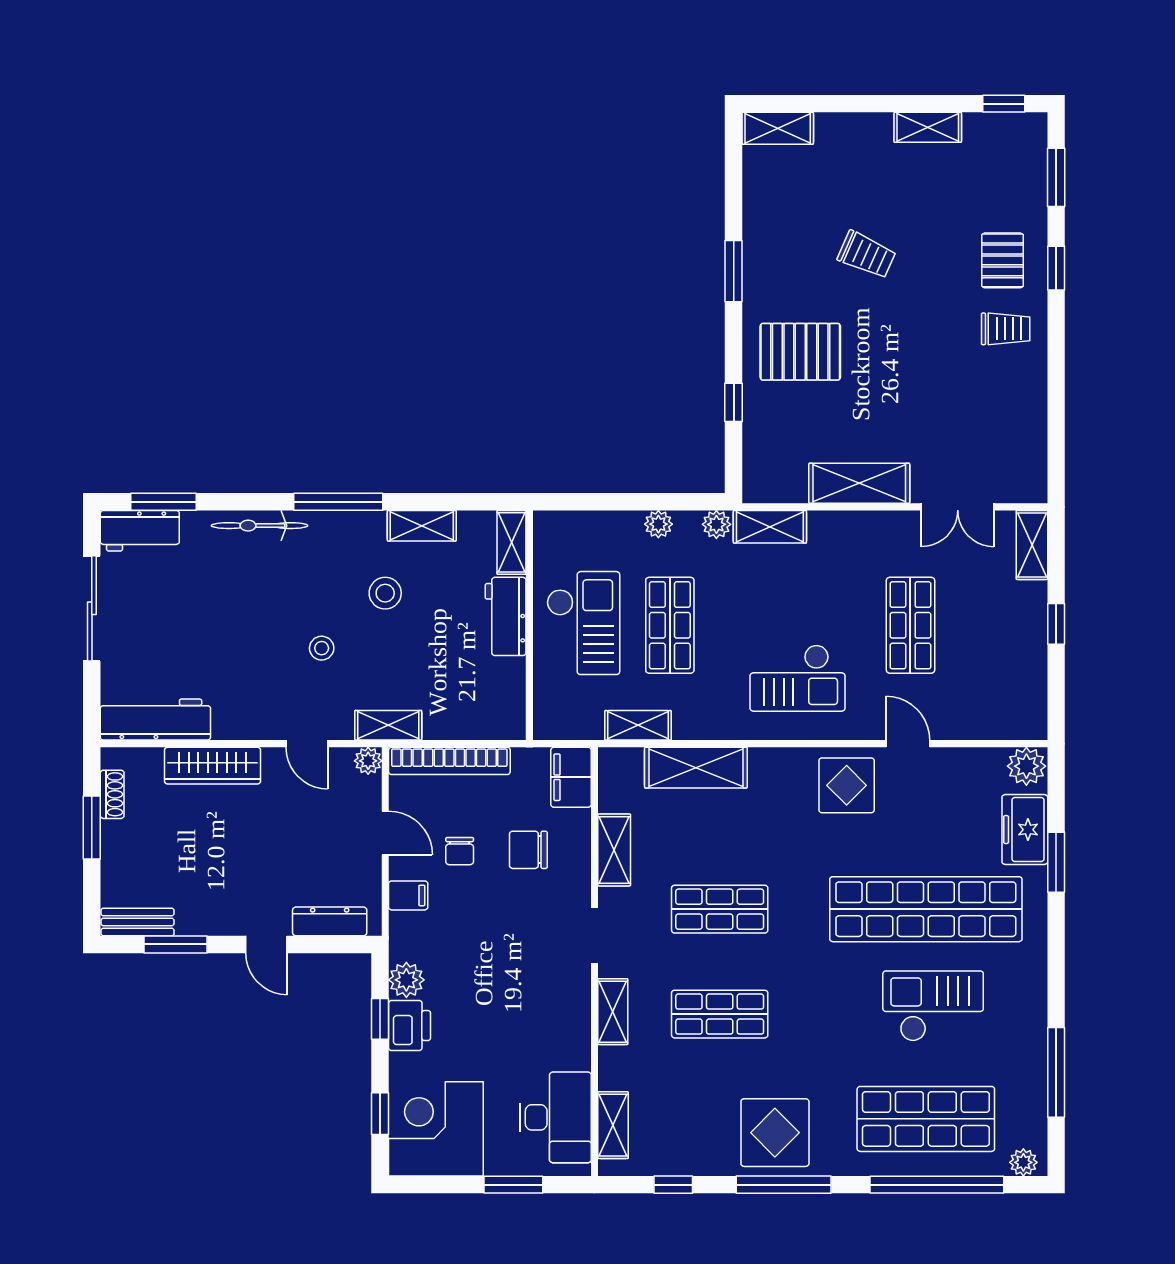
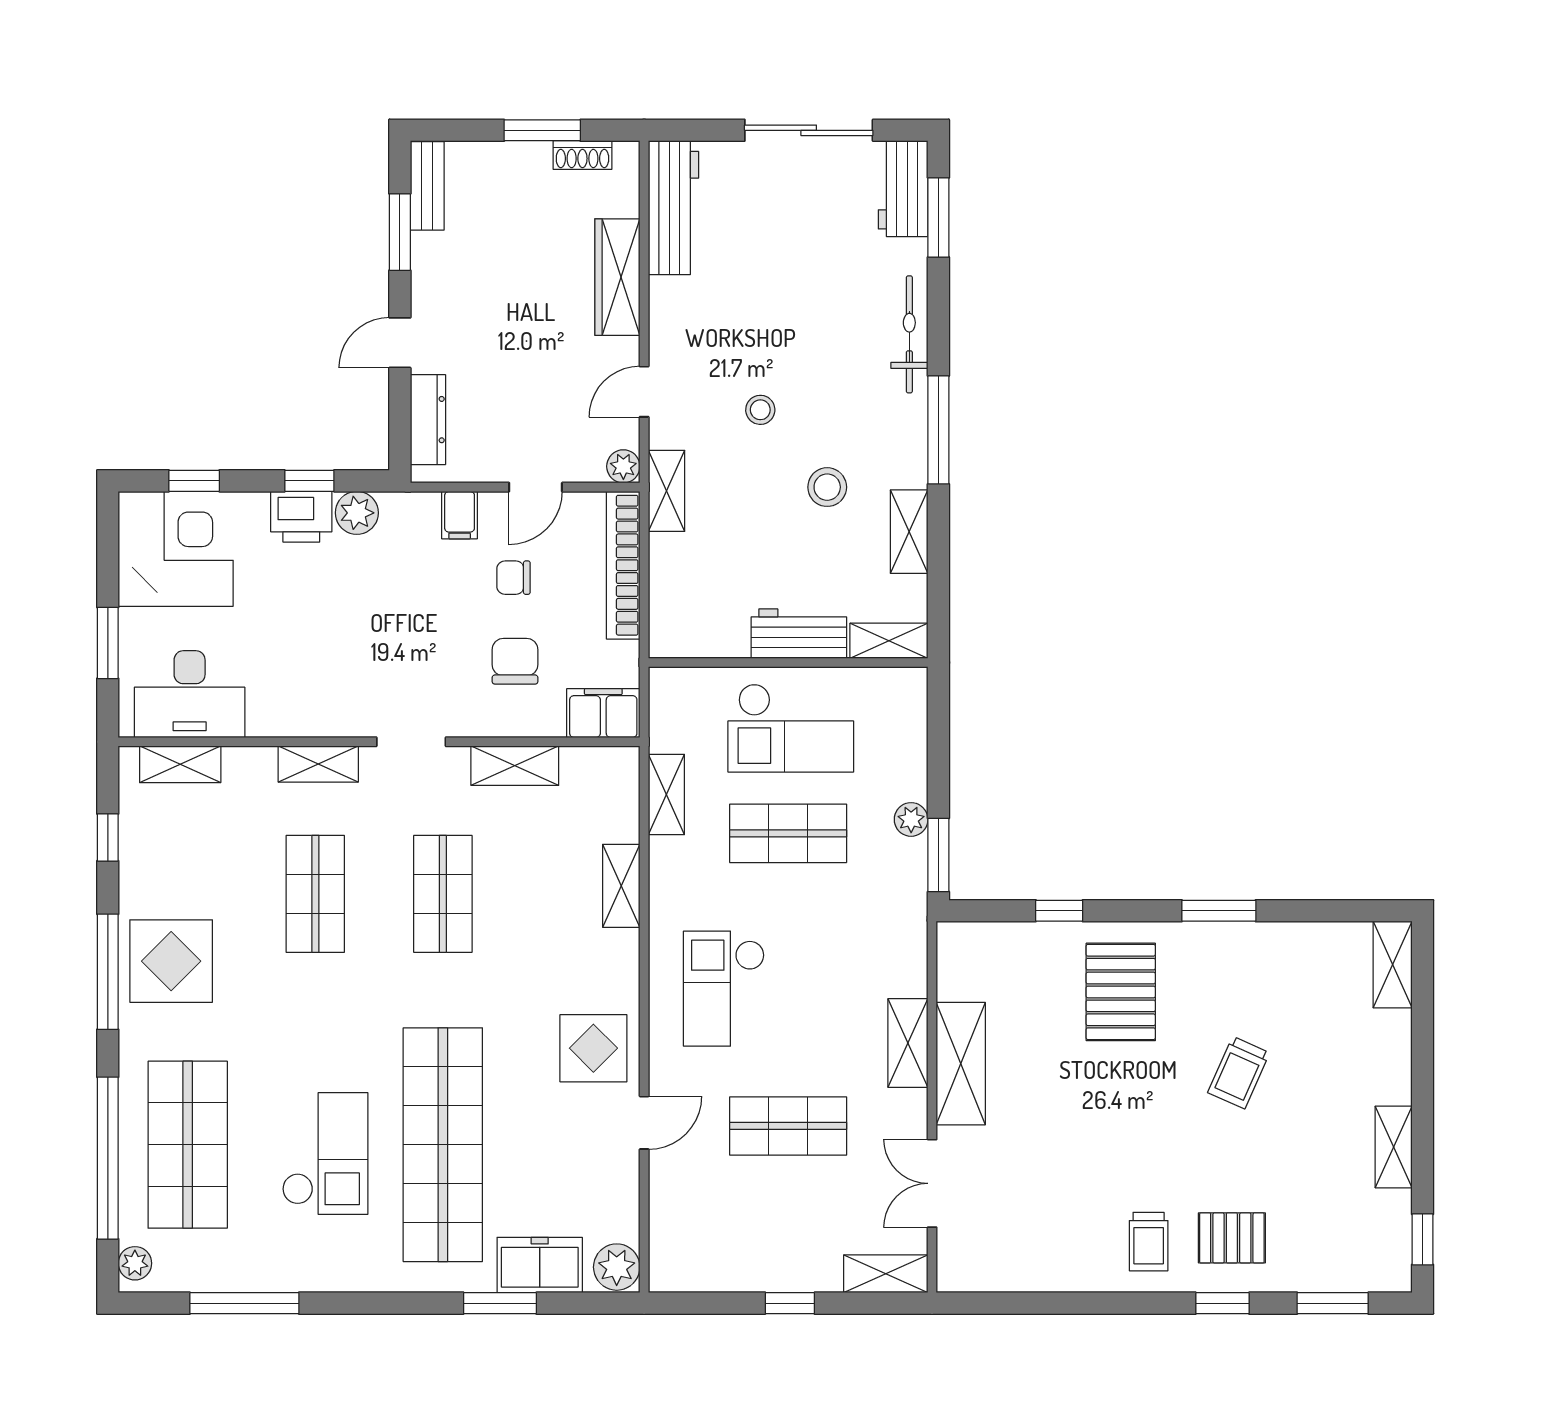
window: (688, 502) -> (938, 855), added
plant: (716, 524) -> (911, 890), removed
shelving: (770, 527) -> (908, 1043), moved
shelving: (696, 768) -> (621, 886), width x0.67, depth x0.75

